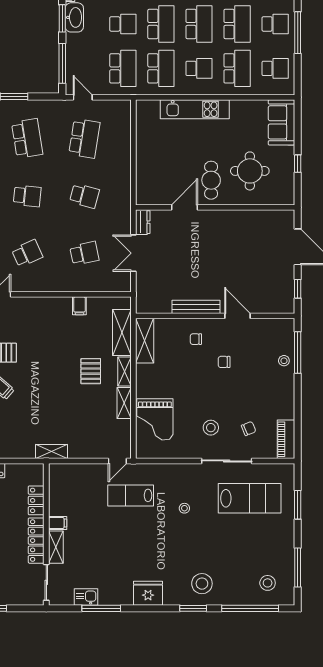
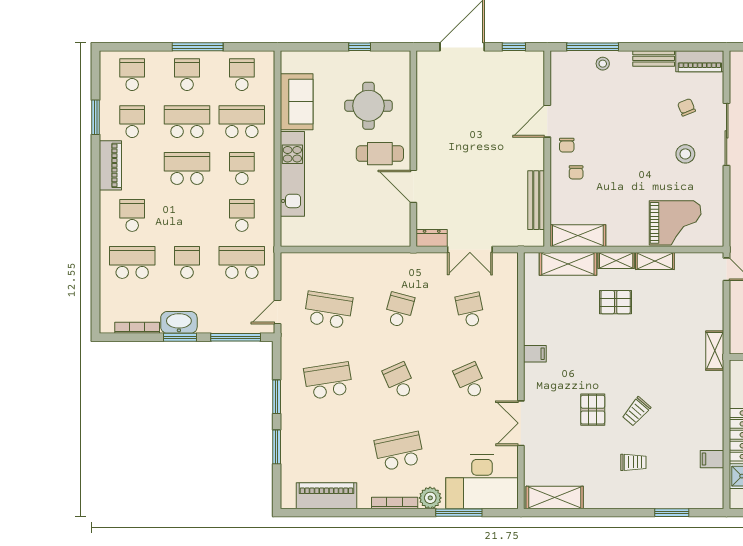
school desk: (161, 24) -> (187, 215), removed
school desk: (161, 68) -> (242, 215), width x0.54
sofa: (281, 122) -> (297, 102), moved, turned -90
school desk: (27, 196) -> (399, 381), turned -30
filing cabinet: (79, 306) -> (535, 354), moved
bench: (196, 307) -> (536, 200), moved
chair: (224, 362) -> (567, 145), moved
bench: (288, 402) -> (654, 58), added

